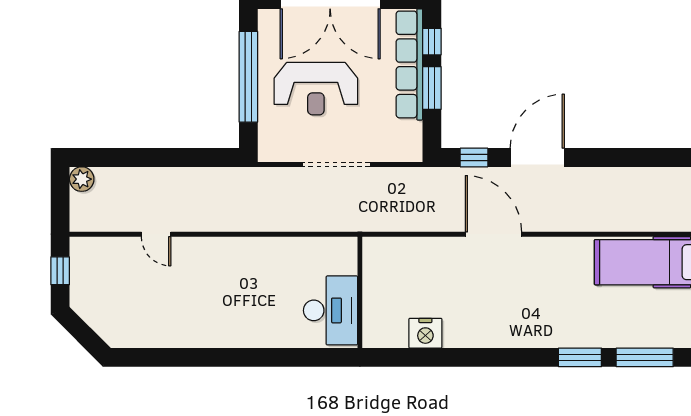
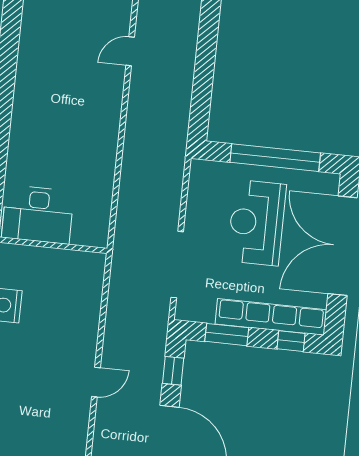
window: (432, 88) -> (227, 335), moved
doorway: (336, 165) -> (177, 265), moved
door: (493, 234) -> (96, 382), width x0.53

